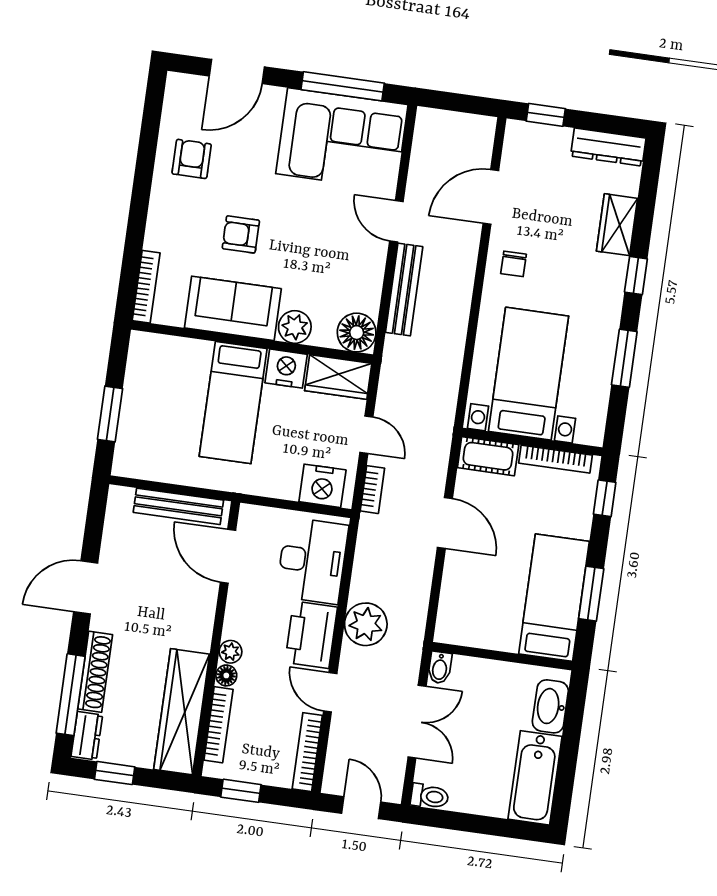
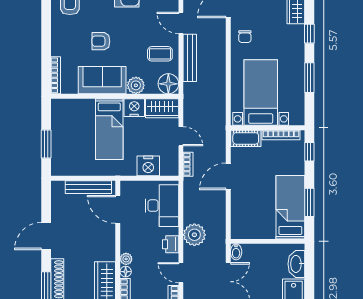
coffee table: (349, 274) -> (160, 54), added
nightstand: (322, 486) -> (148, 166), moved
door: (445, 523) -> (228, 176), swing flipped
printer: (311, 635) -> (171, 244), width x0.53, depth x0.68

